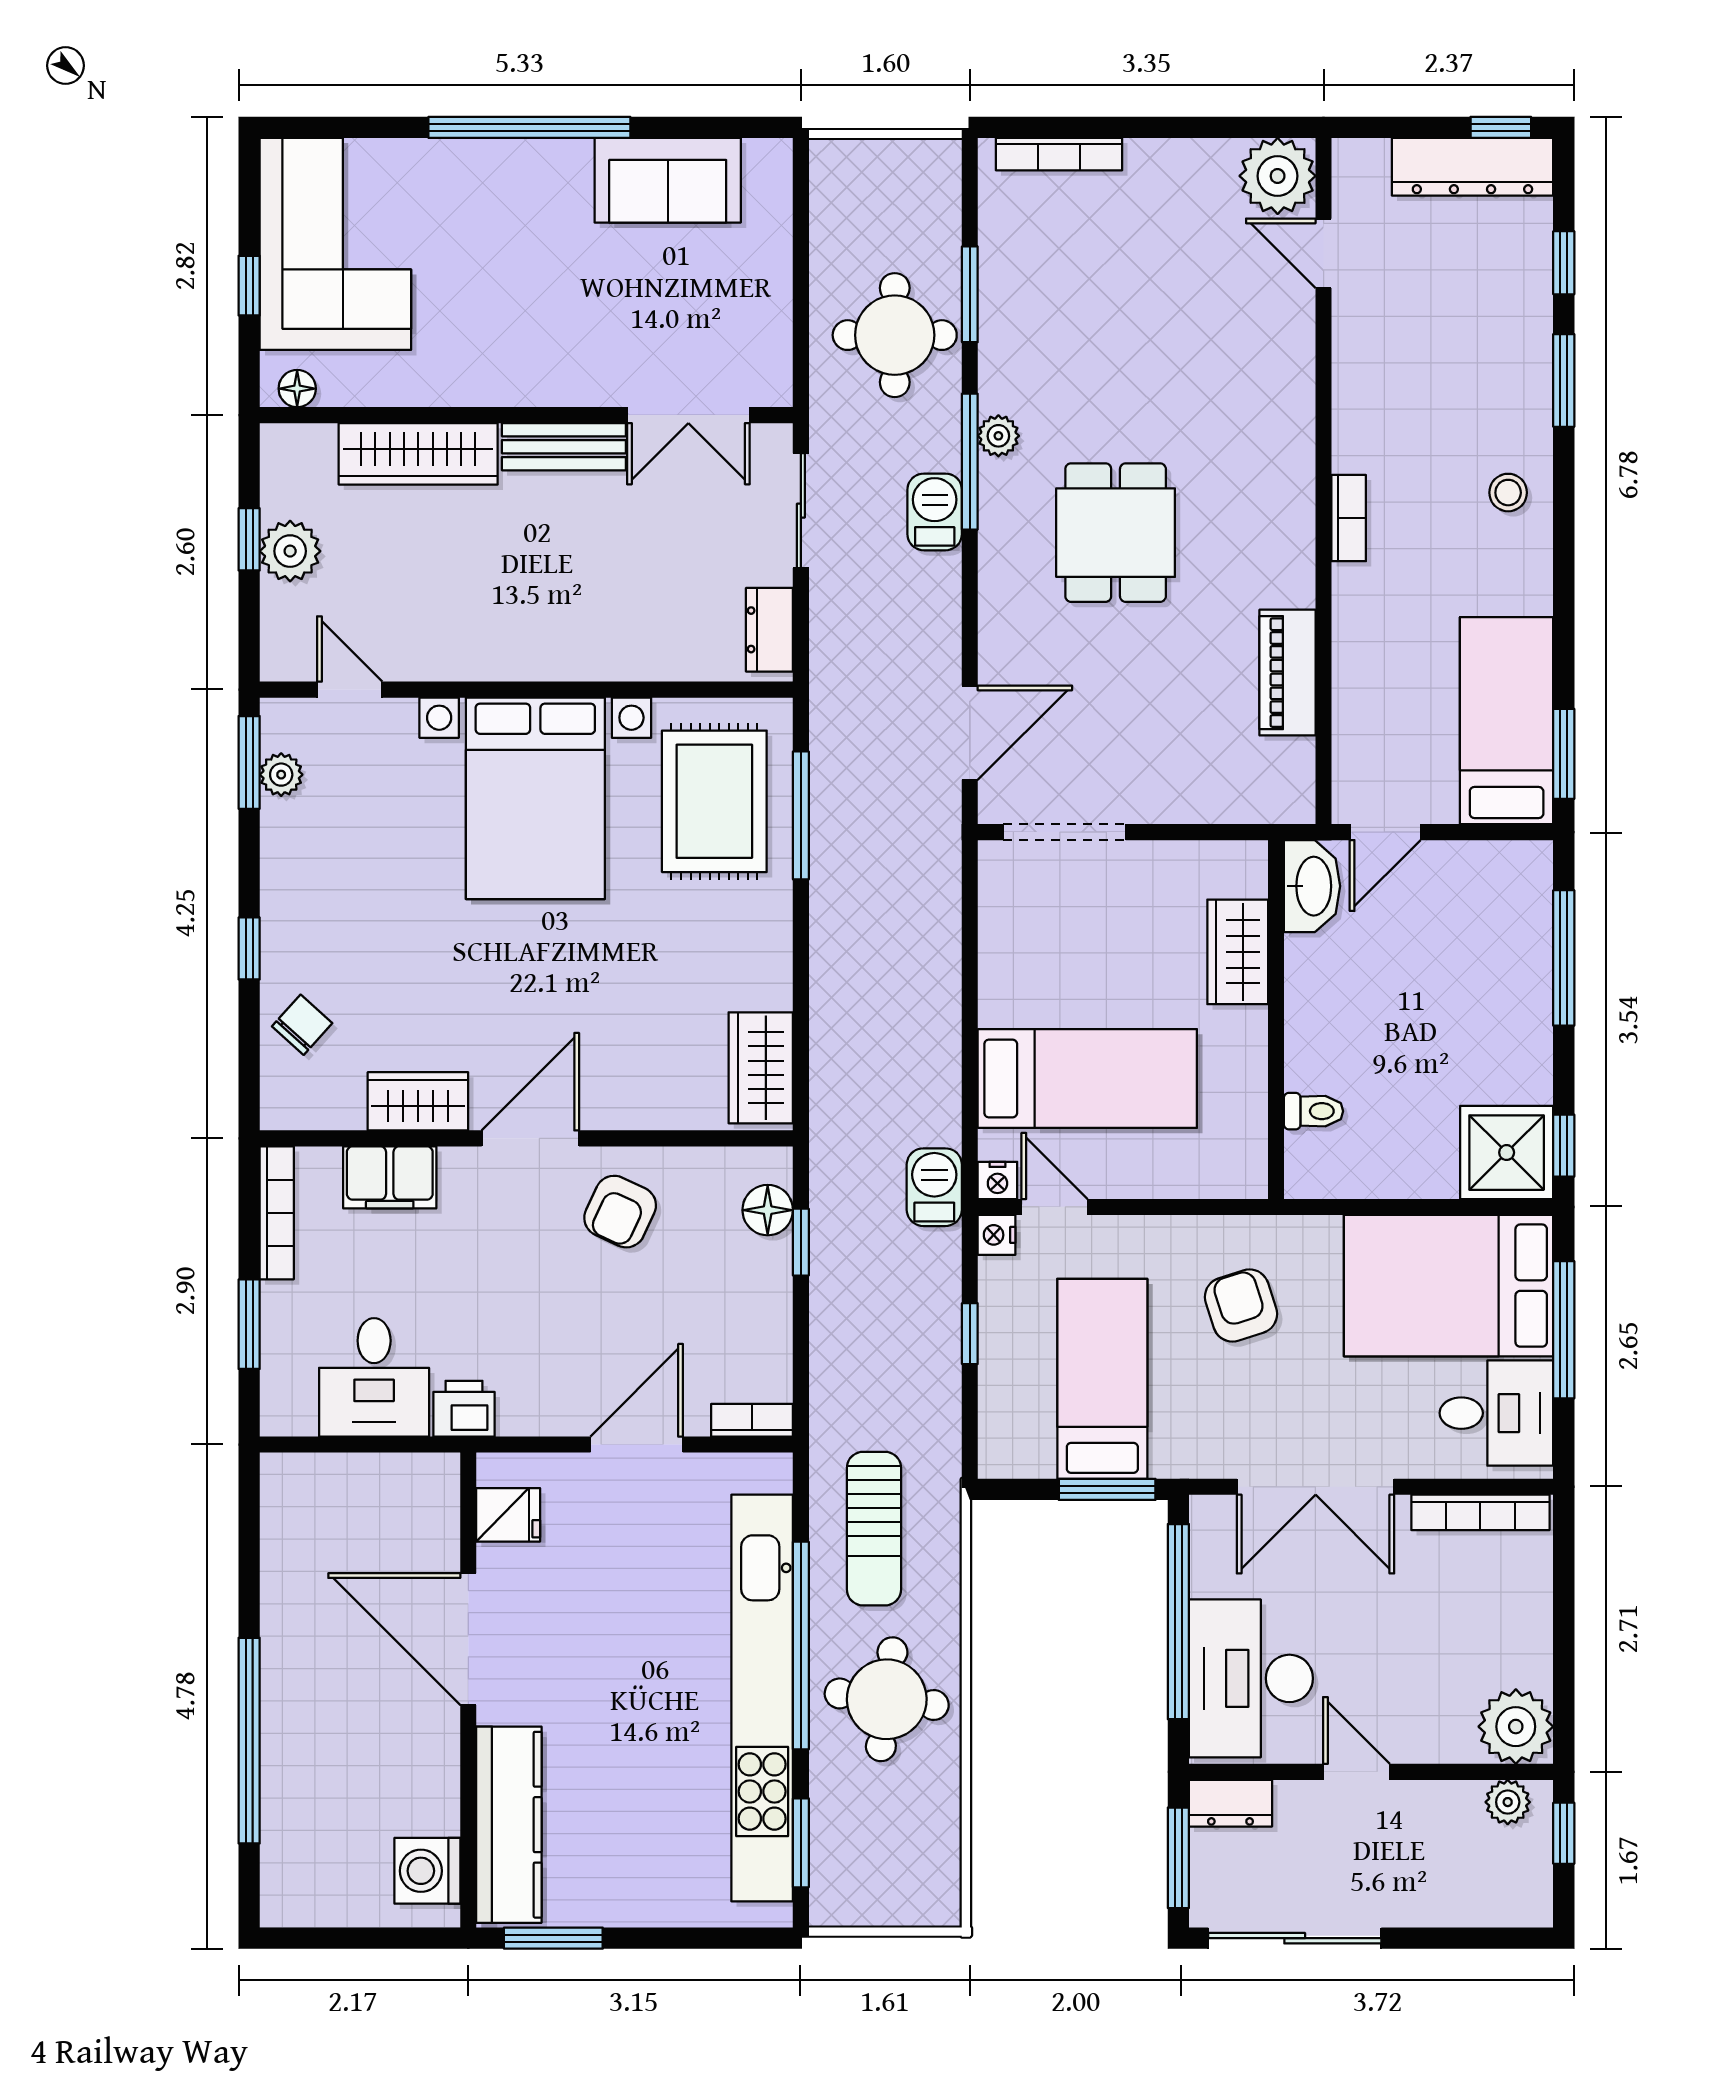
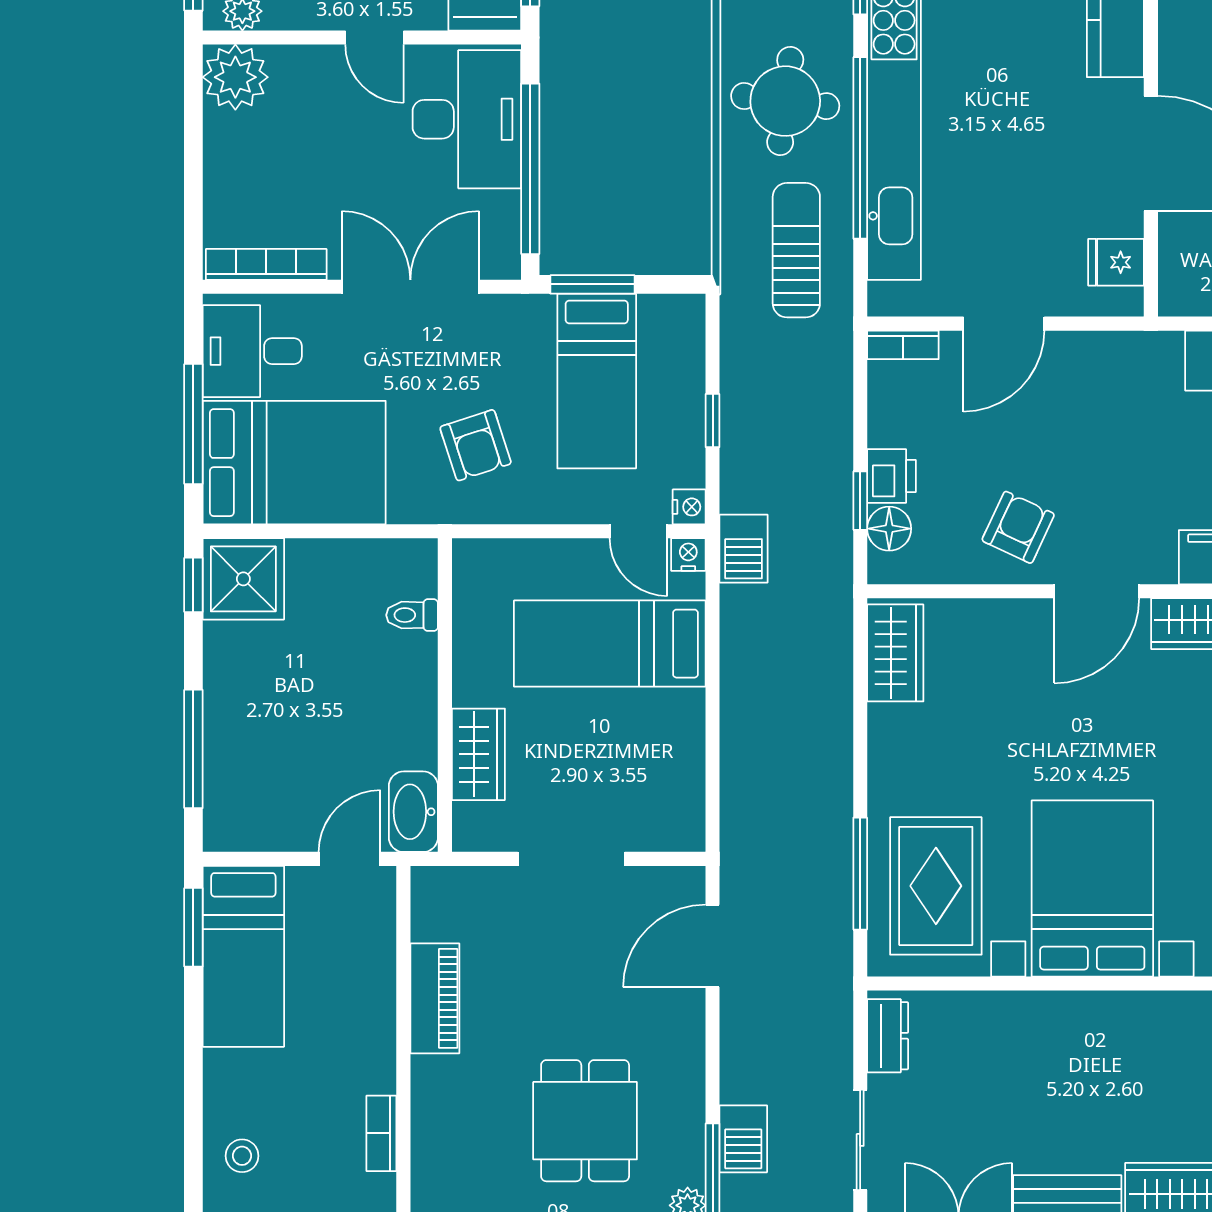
doorway: (1065, 832) -> (571, 859), moved
printer: (464, 1409) -> (892, 476), moved, turned -90

